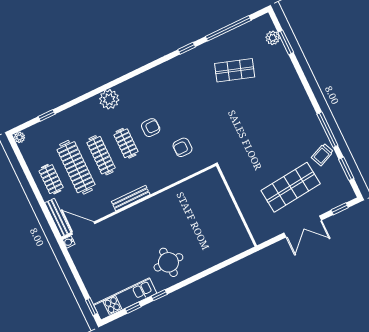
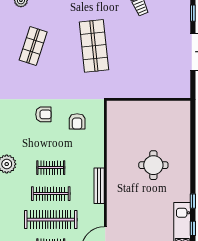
armchair: (151, 128) -> (43, 114), moved, turned 90
shop shelf: (291, 187) -> (94, 46), moved
round table: (168, 262) -> (153, 165), moved

